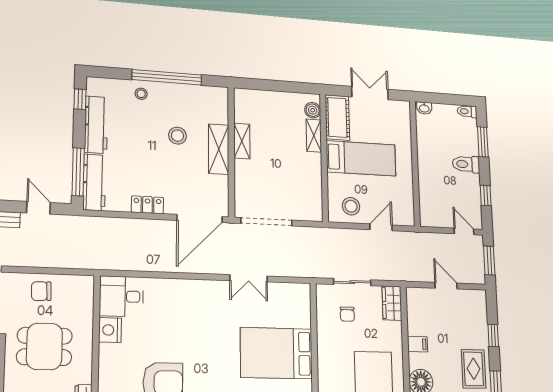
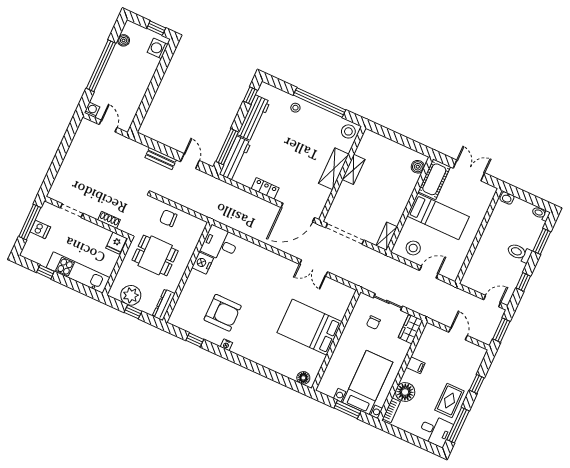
stool: (177, 136) -> (348, 131), moved
shelving: (314, 136) -> (387, 236), moved
door: (464, 231) -> (492, 301), hinge flipped

